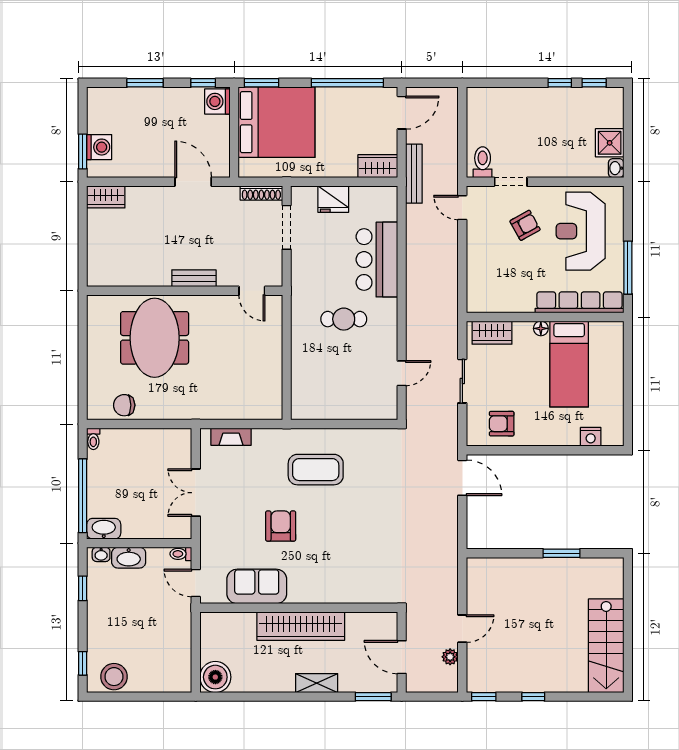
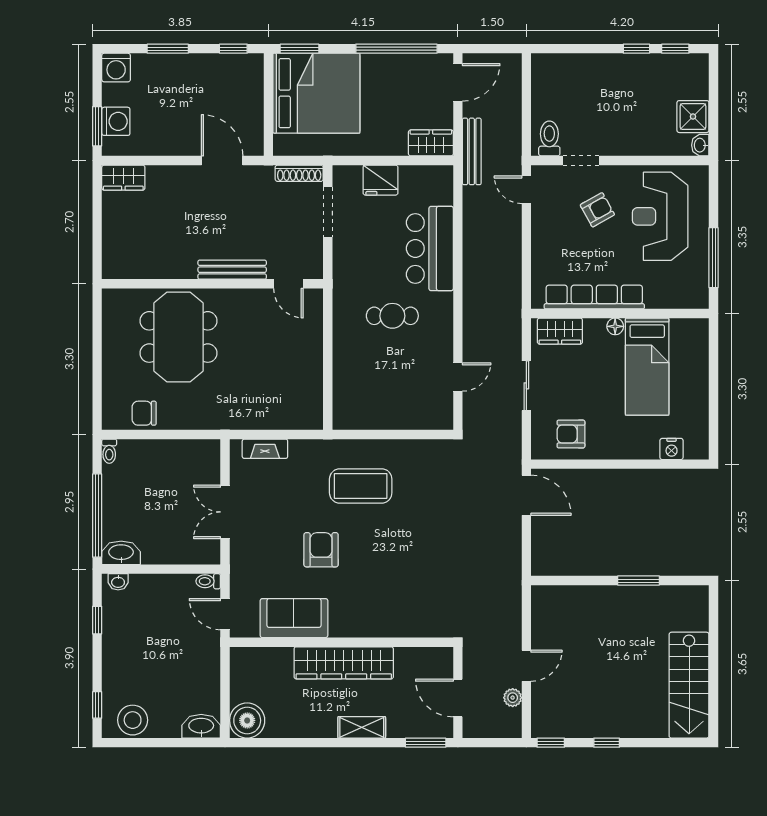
washing machine: (217, 101) -> (116, 68), moved, turned -90
bench: (194, 278) -> (232, 270), width x1.36
row of seats: (579, 302) -> (594, 297), moved
washbasin: (129, 558) -> (201, 726), moved, turned 180

